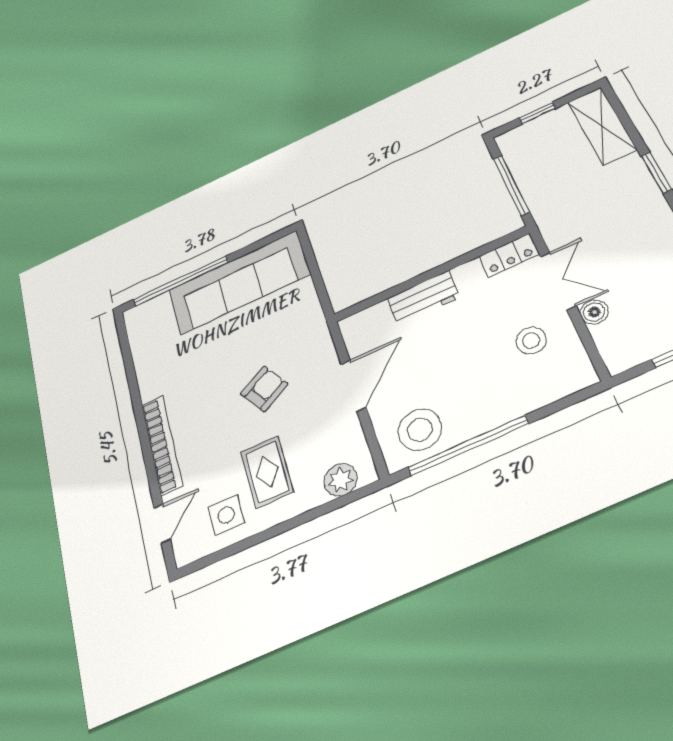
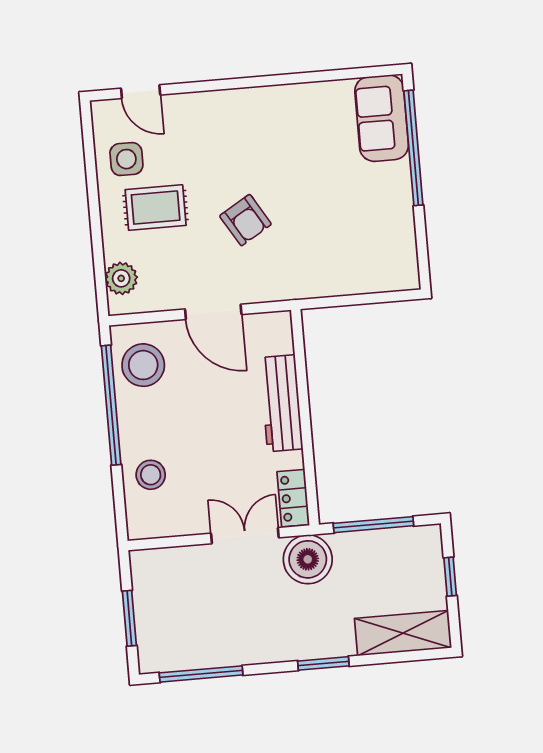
double door: (558, 281) -> (245, 536), swing flipped
sofa: (239, 282) -> (382, 118), moved, width x0.54, depth x0.79
workbench: (423, 298) -> (281, 403), width x1.38
boiler: (594, 312) -> (308, 559), moved, width x1.86, depth x1.86
stool: (531, 341) -> (151, 475), moved
bookcase: (162, 445) -> (225, 101), removed

